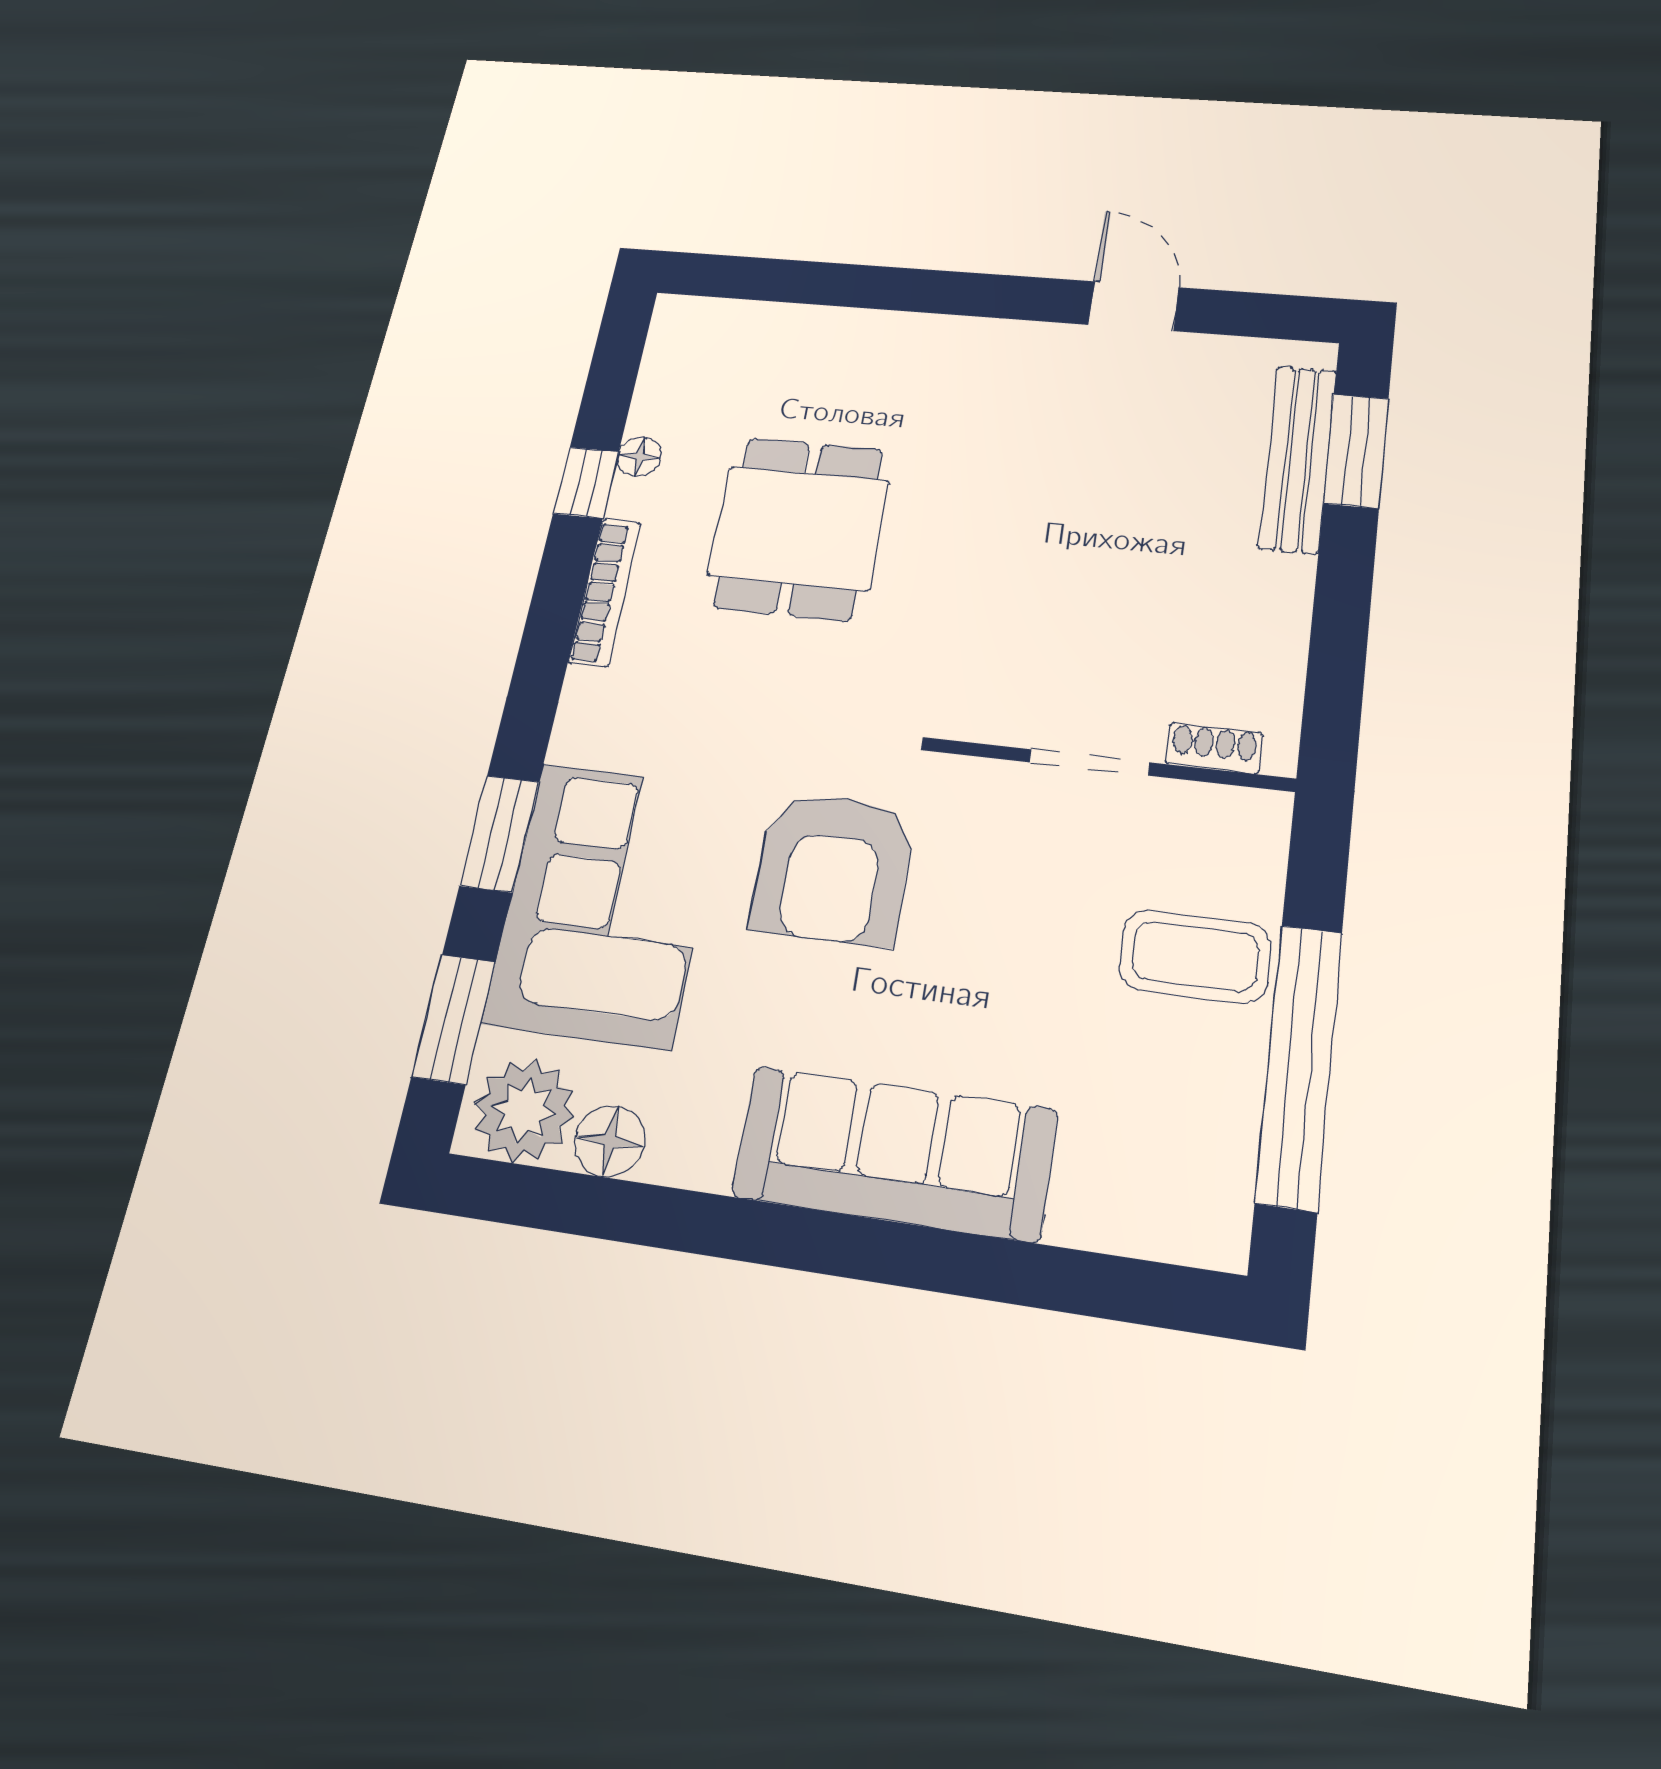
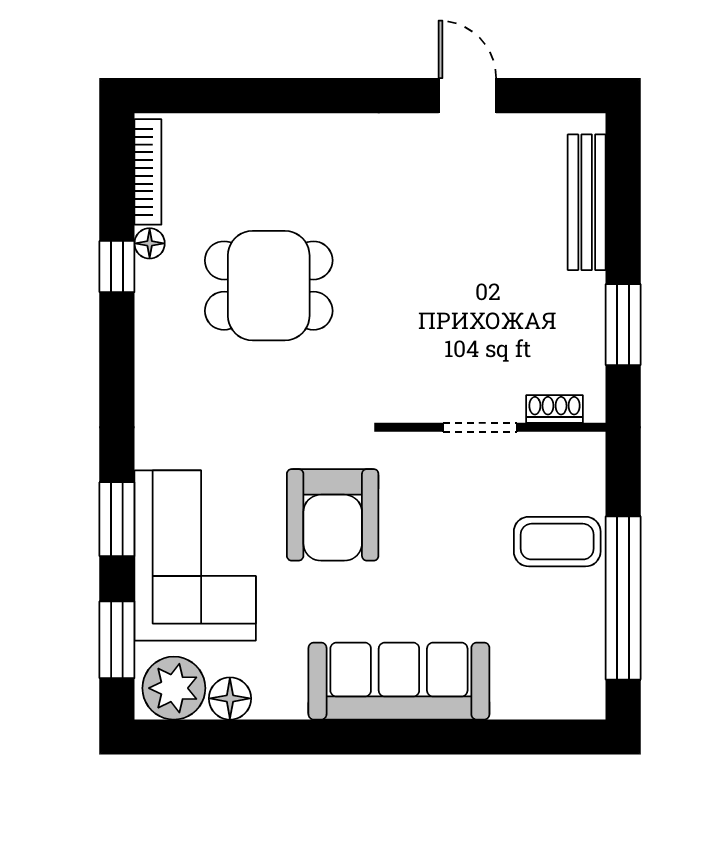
window: (1356, 451) -> (623, 325), moved
dining table: (799, 528) -> (269, 286), turned 90
bookcase: (605, 593) -> (148, 172), moved

